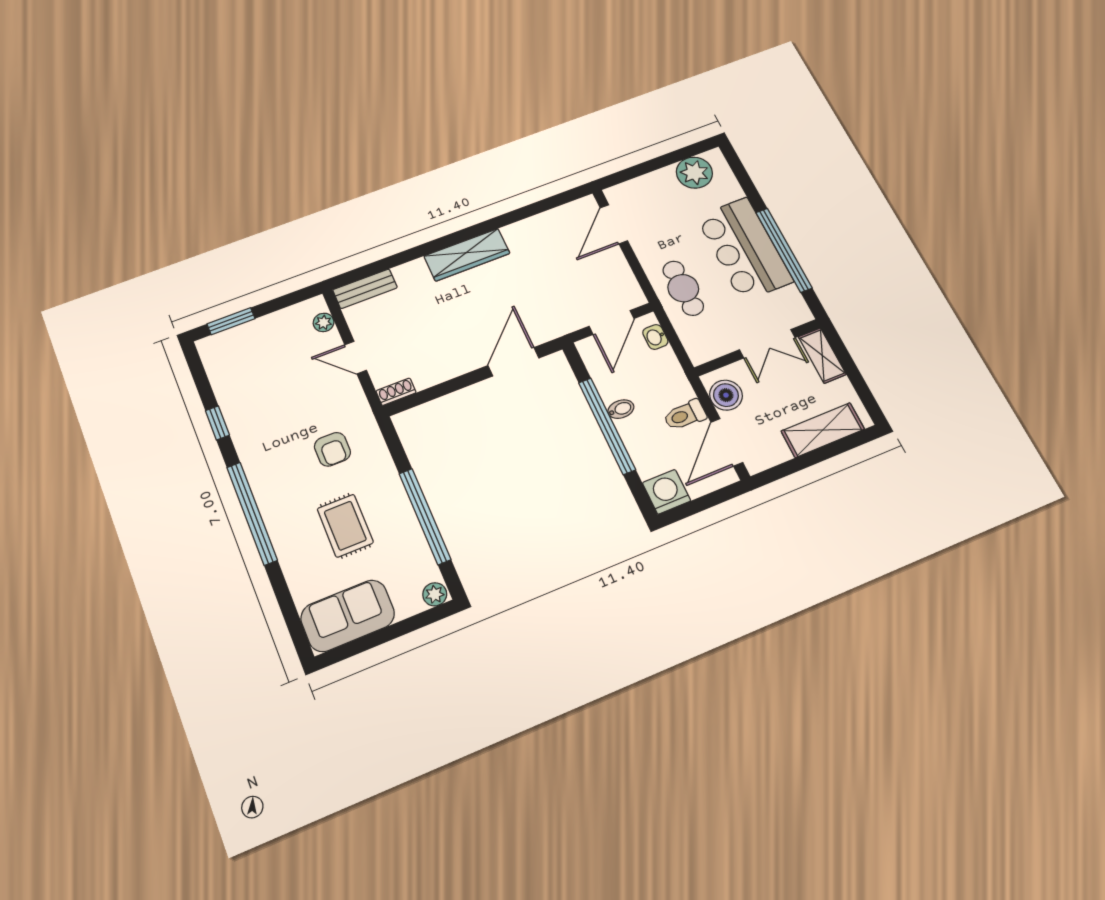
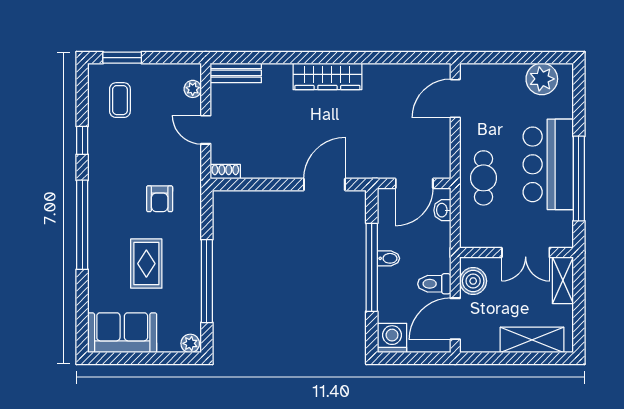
coffee table: (245, 365) -> (120, 100), added

